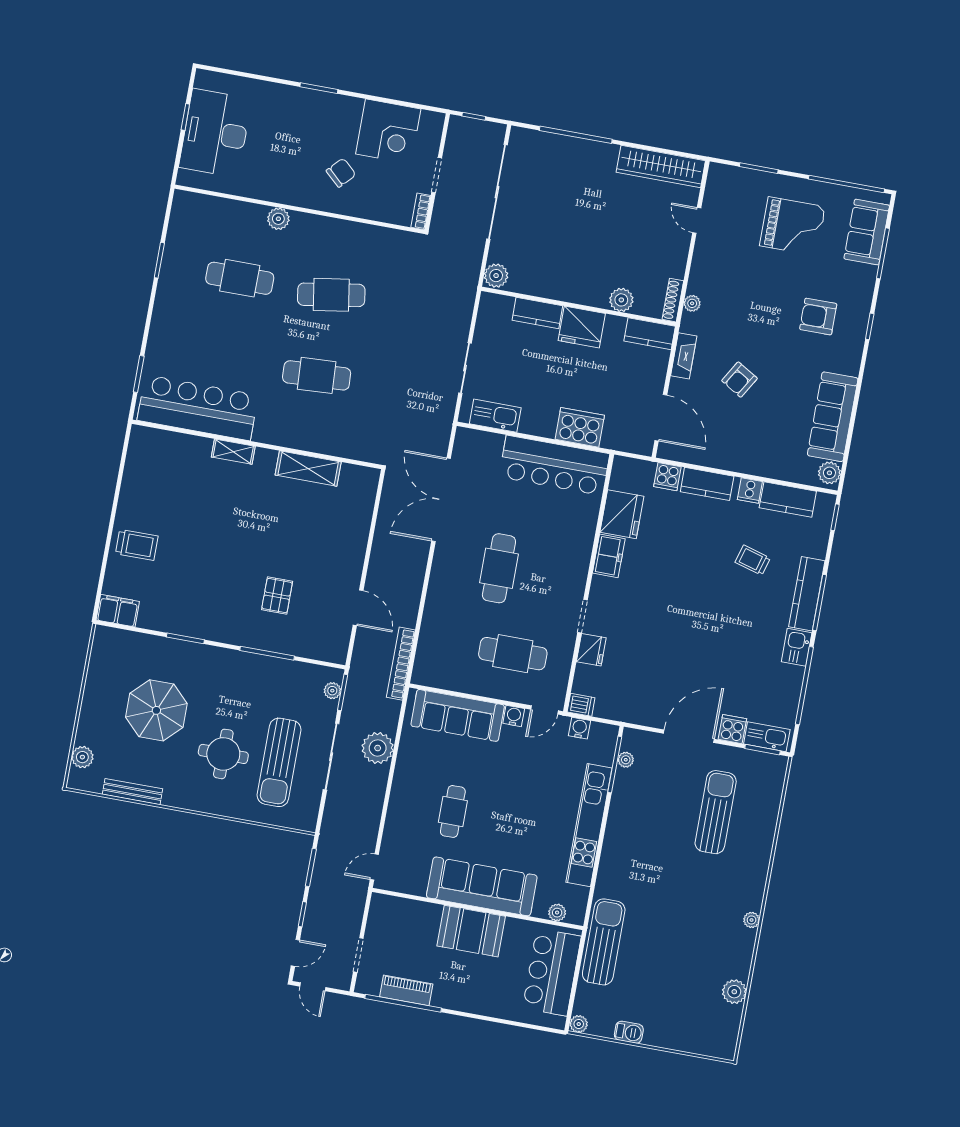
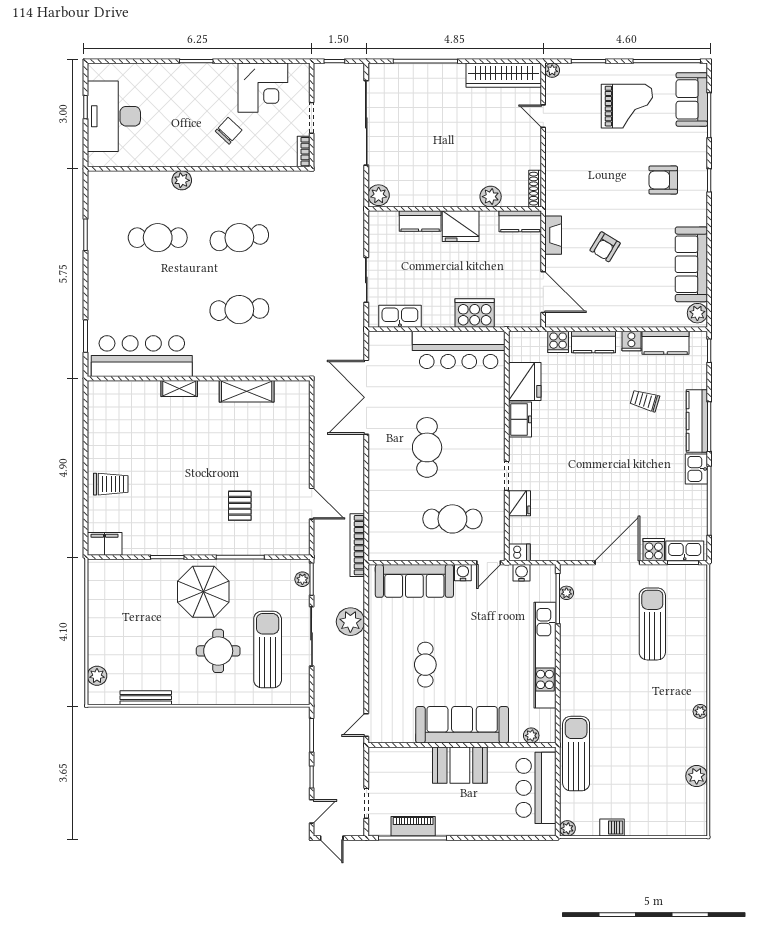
plant: (692, 303) -> (552, 70), moved
parasol: (156, 710) -> (203, 592), moved
sun lounger: (279, 762) -> (268, 649), turned 180

